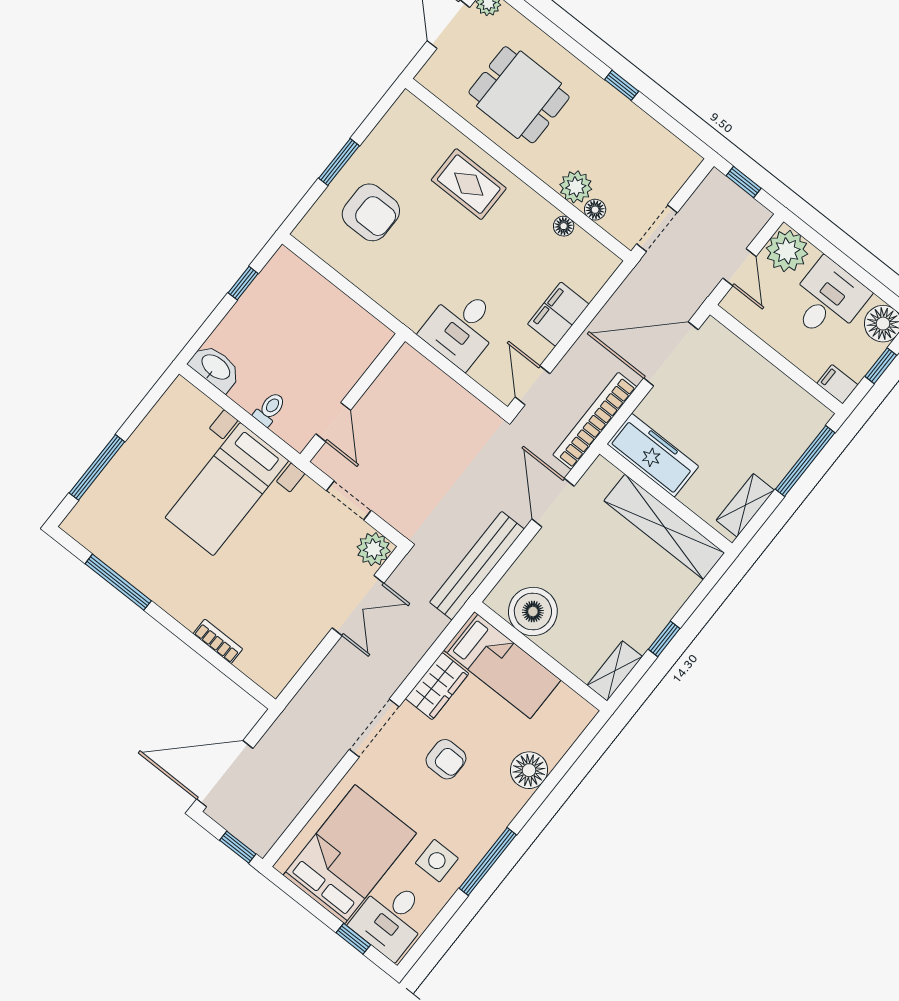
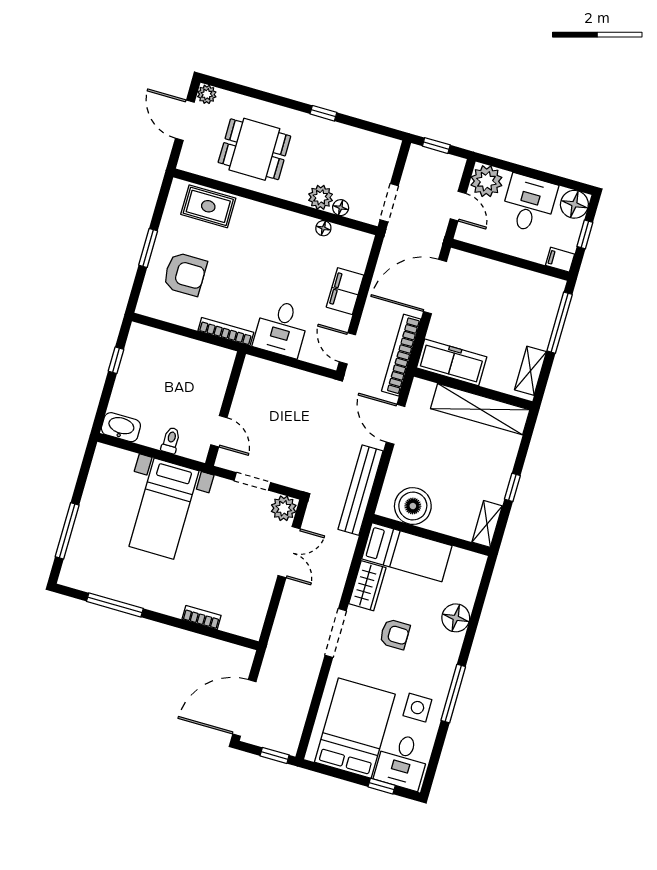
rug: (469, 184) -> (208, 206), moved
bookcase: (392, 304) -> (226, 332), added

